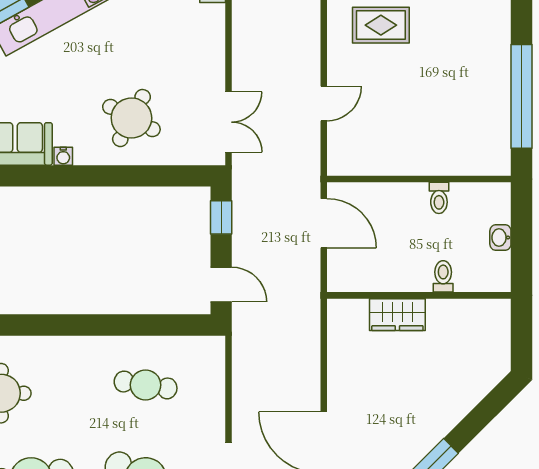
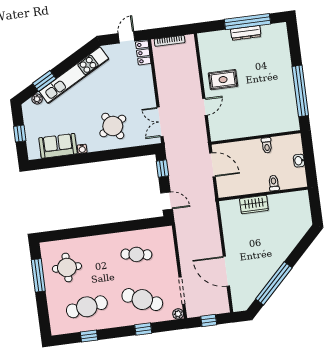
rug: (381, 25) -> (223, 80), moved
round table: (131, 118) -> (113, 126), turned 31
double door: (228, 122) -> (160, 122), swing flipped

